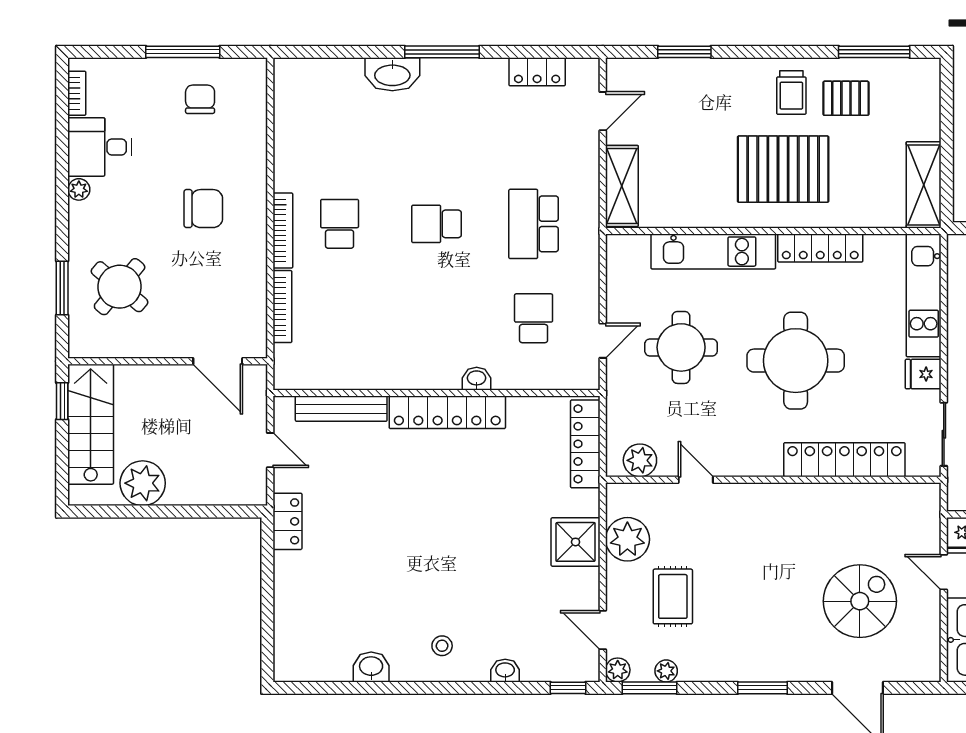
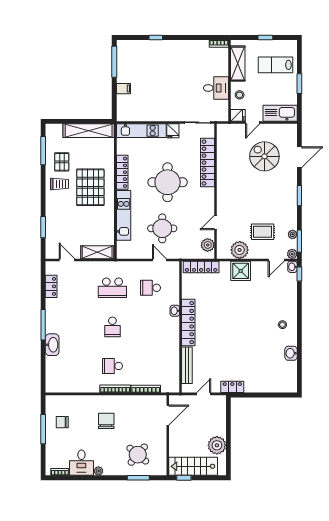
shelving: (924, 185) -> (89, 131), width x1.47
washbasin: (505, 671) -> (292, 267), moved

